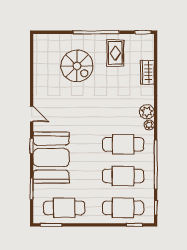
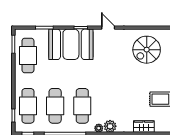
spiral stairs: (77, 66) -> (147, 50), moved
door: (32, 114) -> (108, 28), swing flipped

